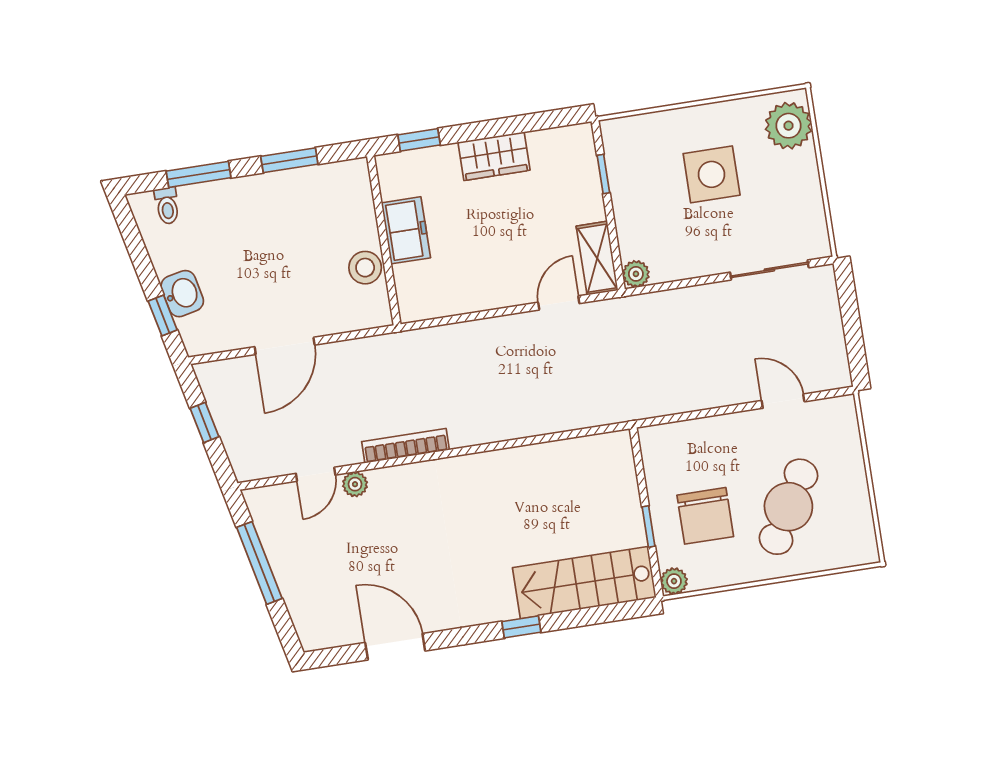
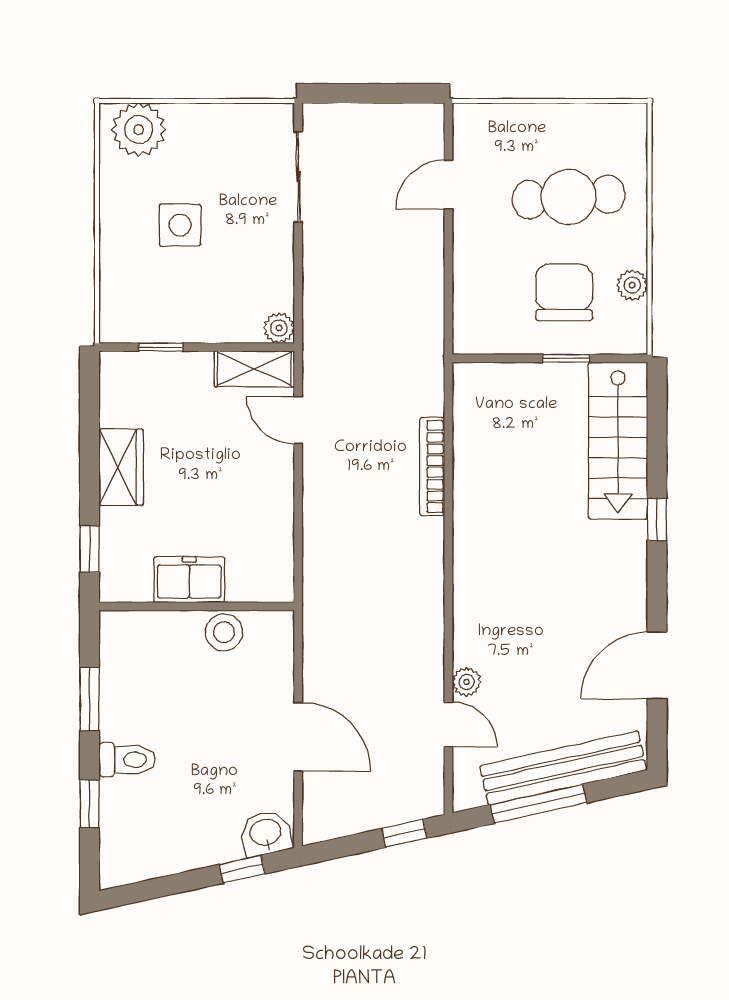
window: (199, 174) -> (89, 804), width x0.67
side table: (712, 174) -> (180, 225), width x0.73, depth x0.73
toilet: (167, 206) -> (127, 760), moved, width x1.37, depth x1.39
washbasin: (182, 294) -> (266, 833), moved
window: (205, 423) -> (404, 833), moved
bookcase: (406, 446) -> (432, 467), moved
cafe table: (788, 507) -> (569, 197), turned -34
chair: (705, 516) -> (564, 292), turned -90
bench: (294, 579) -> (563, 768), added
plant: (674, 581) -> (632, 285), moved

